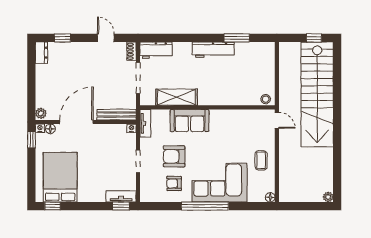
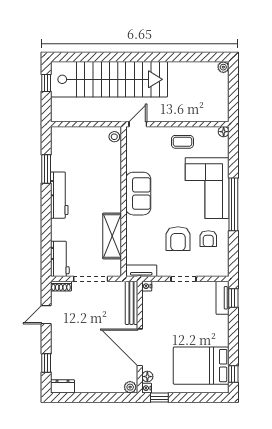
sofa: (190, 121) -> (138, 194), moved

